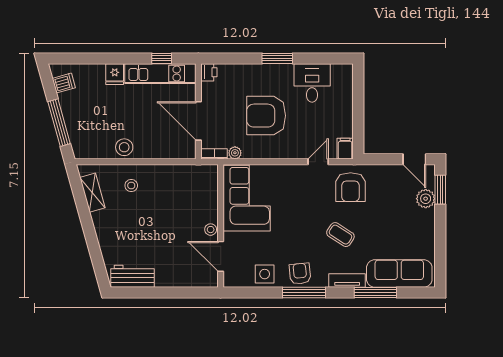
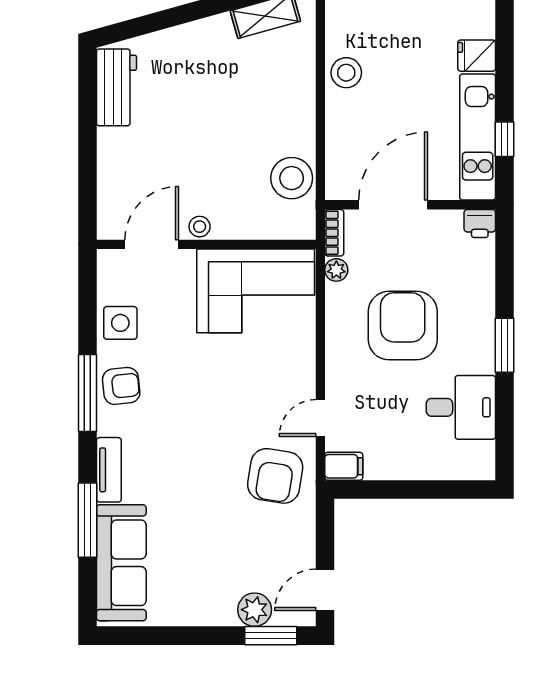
door: (318, 162) -> (320, 418), swing flipped
stool: (131, 186) -> (292, 178), moved, width x1.89, depth x1.89
armchair: (351, 187) -> (275, 476), turned -81
coffee table: (340, 235) -> (191, 458), removed

